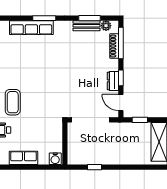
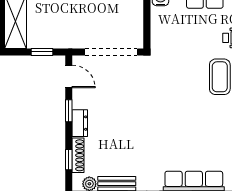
window: (121, 43) -> (69, 160), width x0.46
dresser: (113, 81) -> (80, 123), moved

